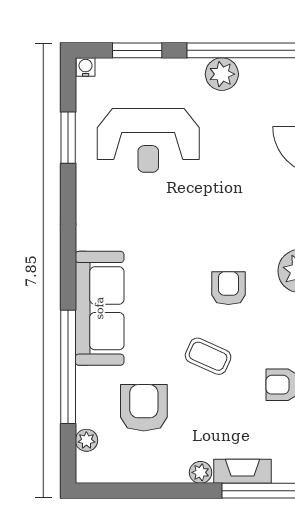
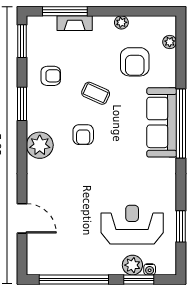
water cooler: (86, 67) -> (150, 269), moved
plant: (222, 74) -> (132, 265), moved
window: (68, 367) -> (181, 124), moved
plant: (200, 472) -> (121, 22), moved

